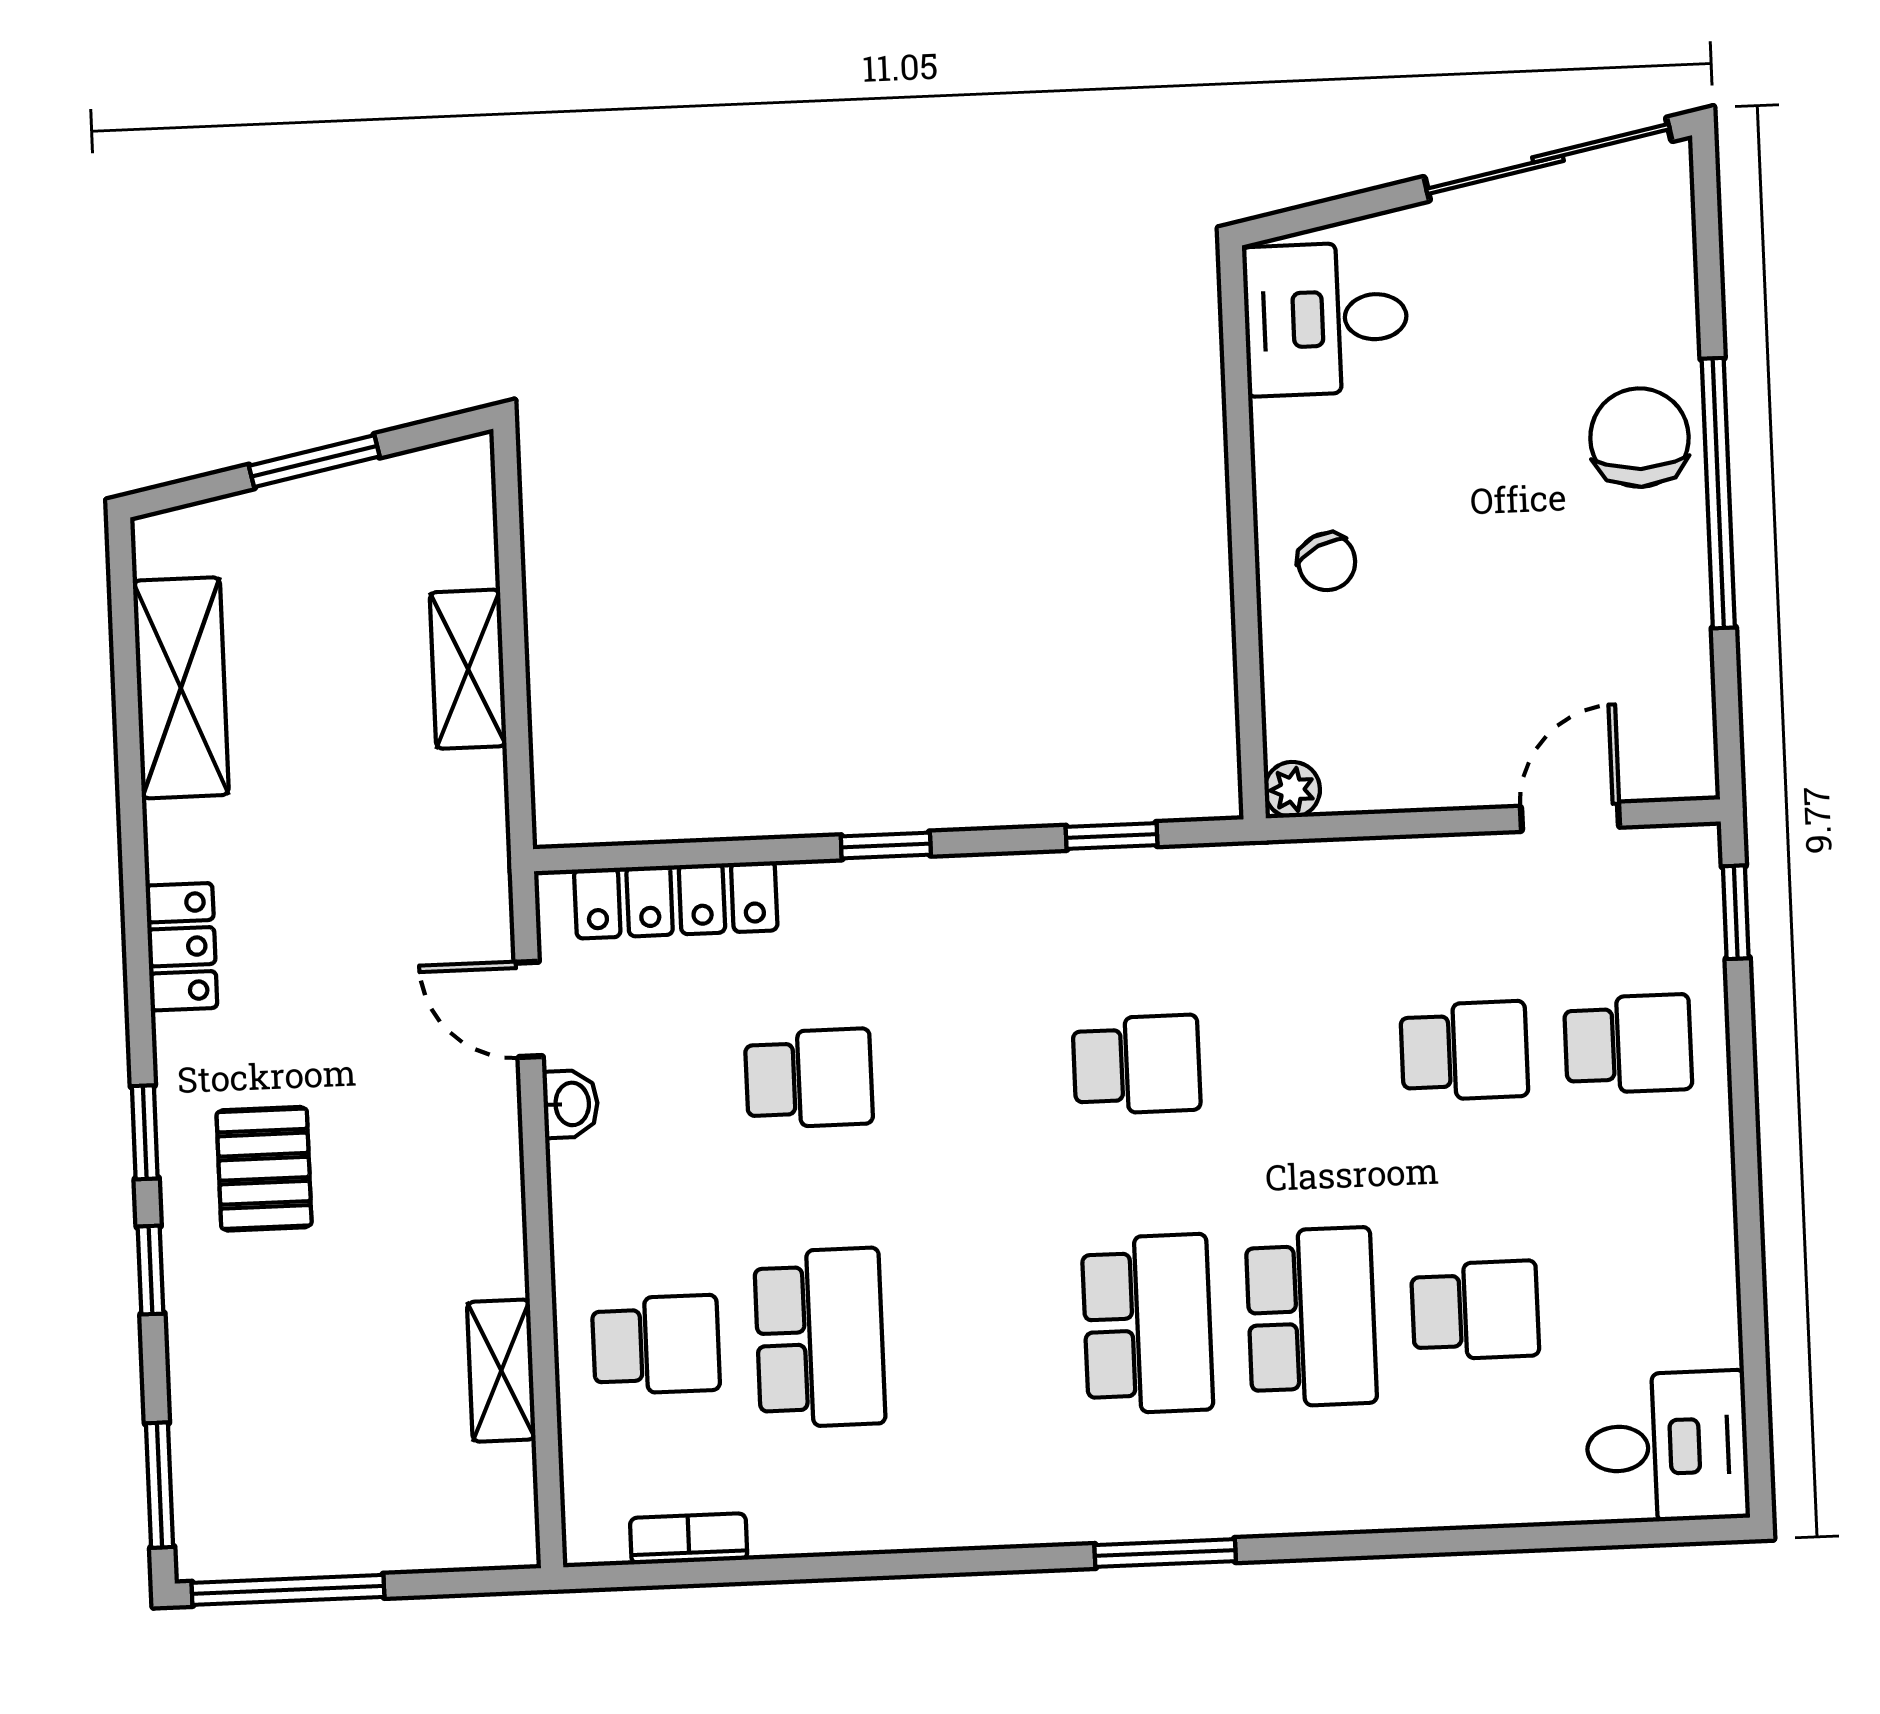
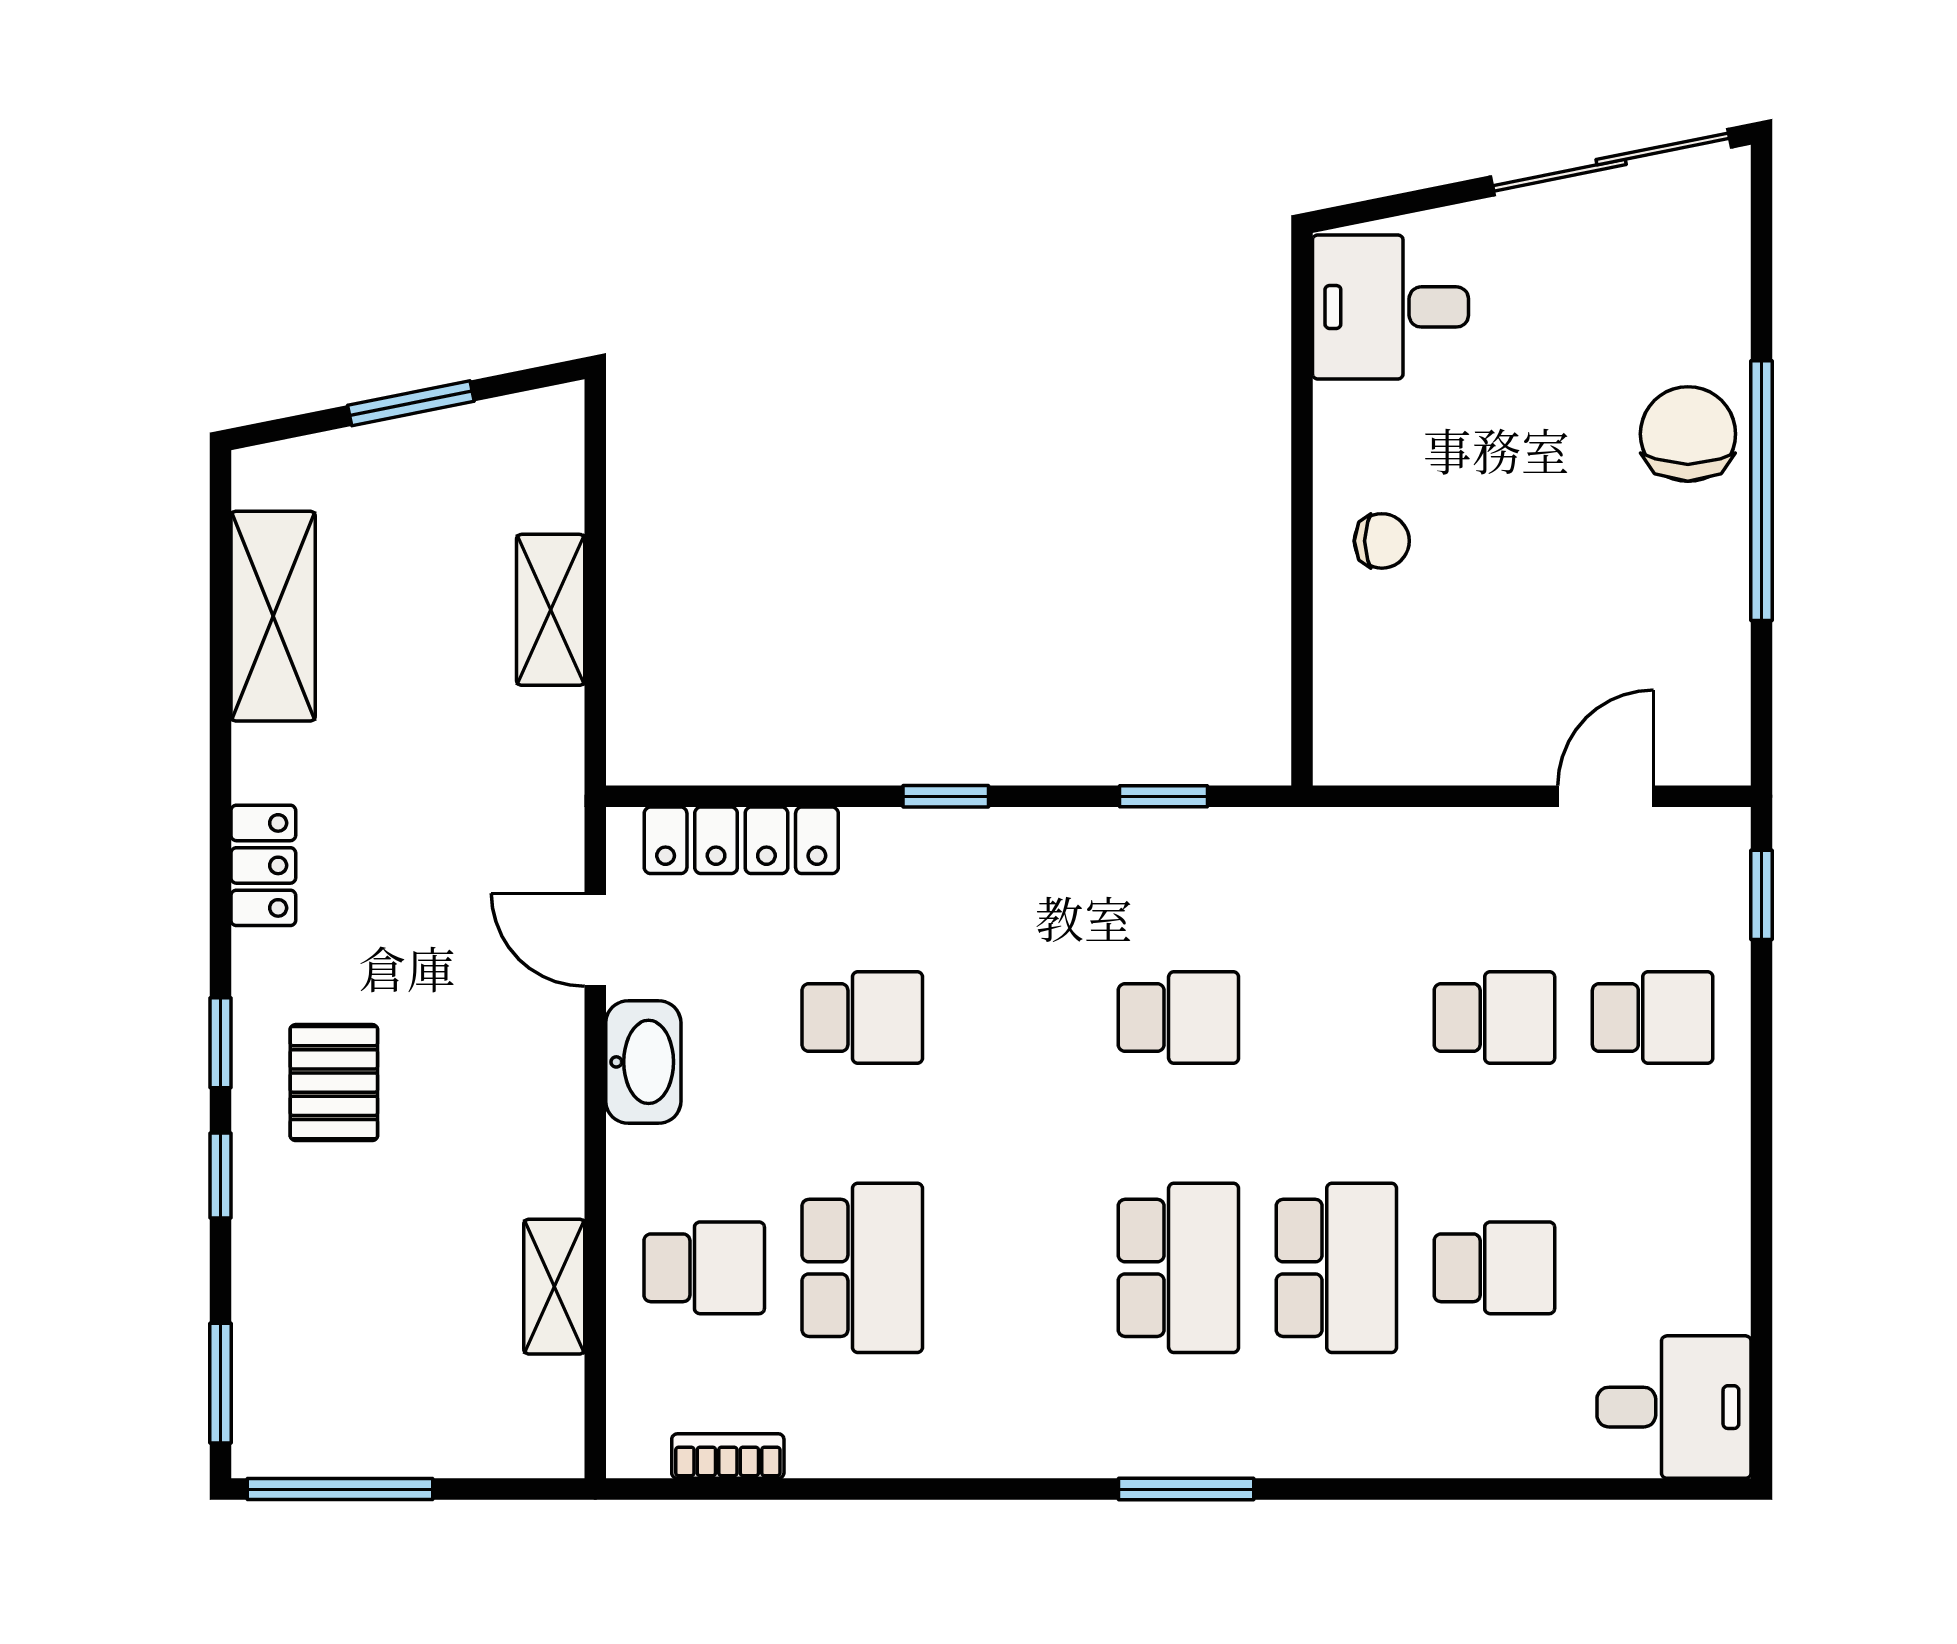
chair: (1327, 562) -> (1382, 541), turned -64
plant: (1292, 790) -> (1339, 759), removed
washbasin: (571, 1104) -> (643, 1062), width x1.91, depth x1.45

